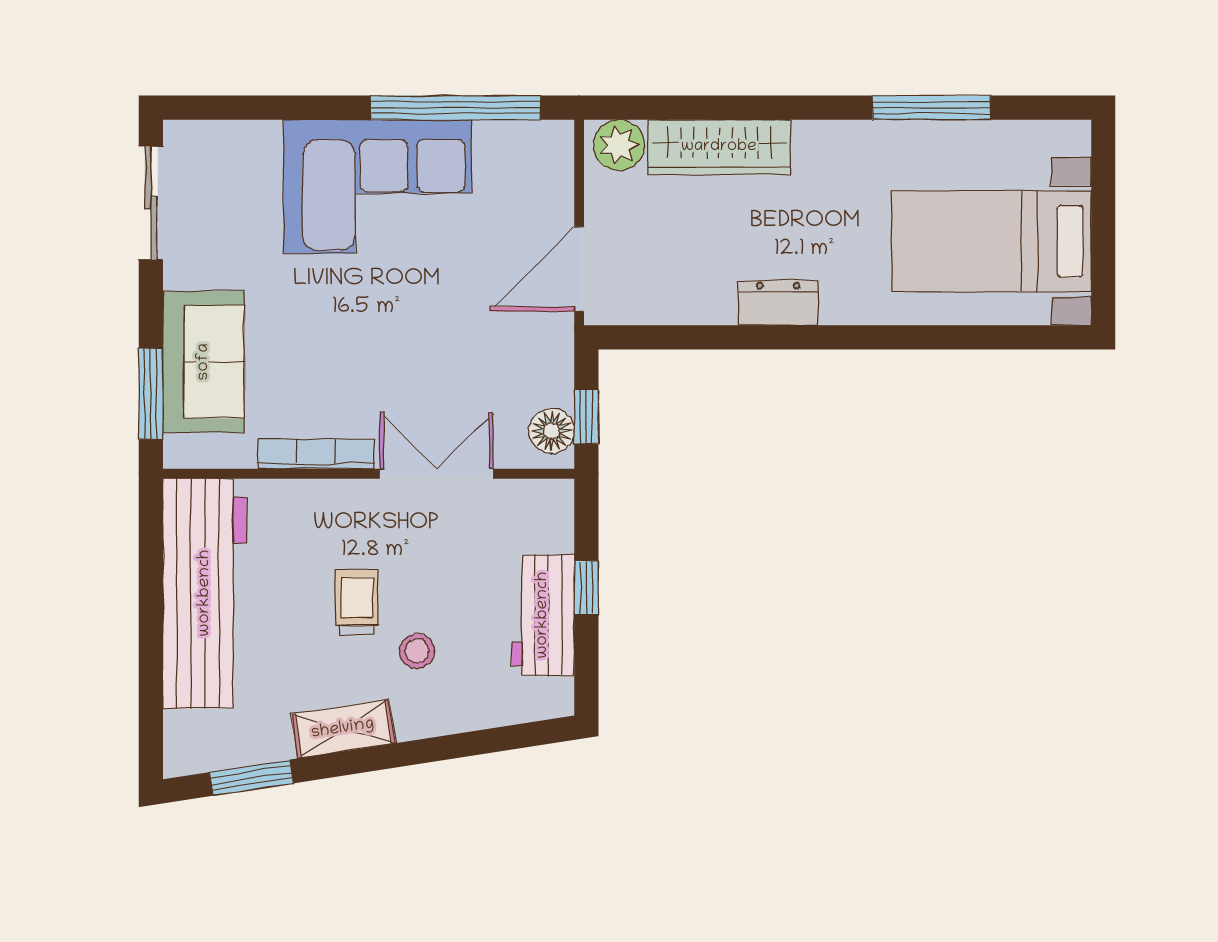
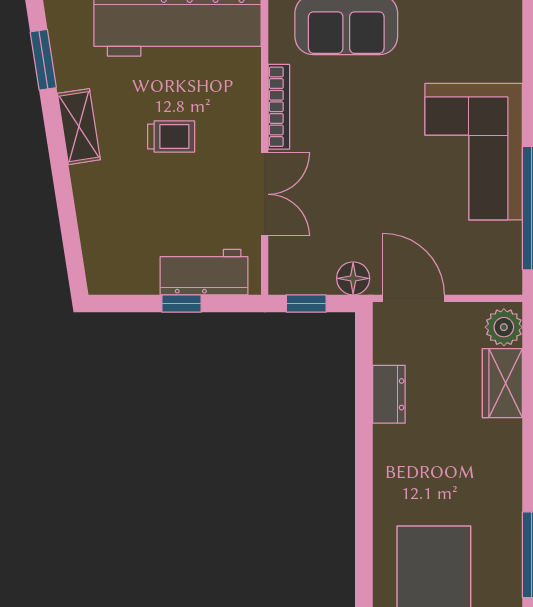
wardrobe: (719, 147) -> (502, 383), width x0.67
dresser: (778, 303) -> (389, 394), moved
floor lamp: (552, 431) -> (353, 278), moved
workbench: (543, 615) -> (204, 272), moved
stool: (417, 651) -> (136, 180), removed

